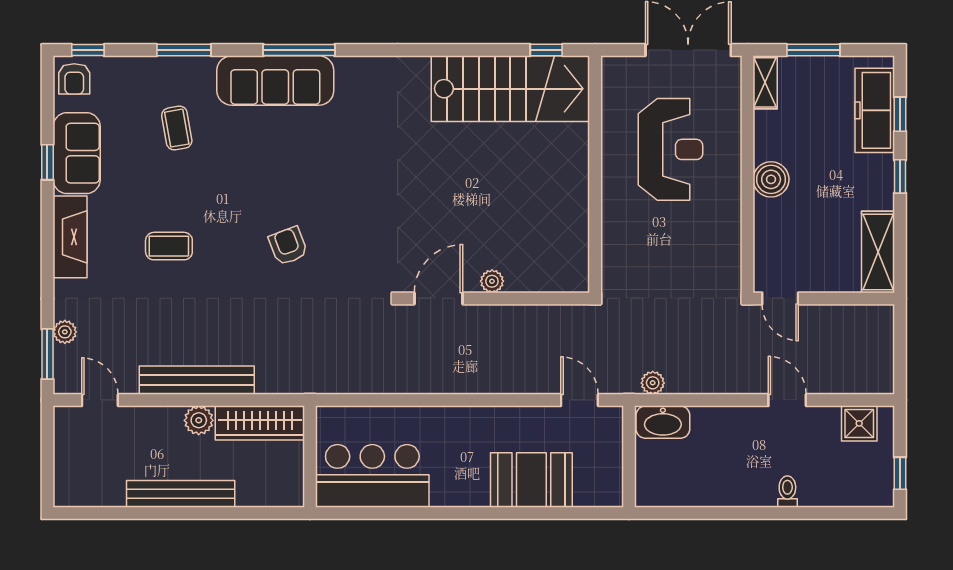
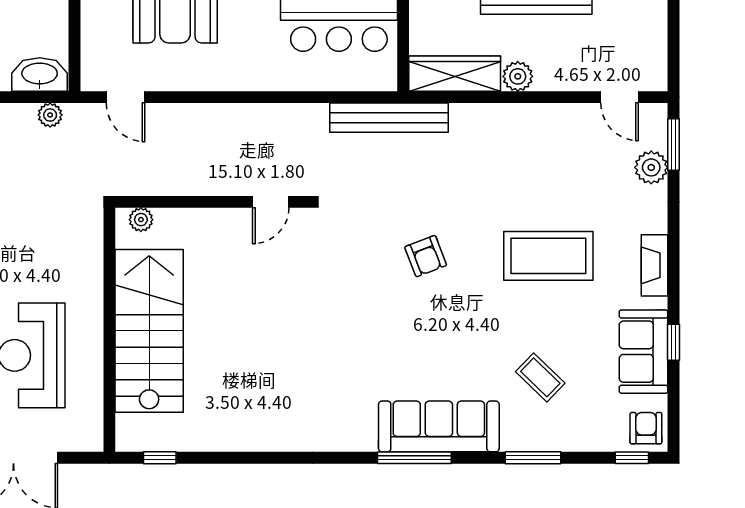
stairs: (510, 89) -> (149, 331), moved, turned 90
coffee table: (177, 128) -> (540, 377), turned -36
fireplace: (70, 237) -> (655, 265), width x0.73, depth x0.76
coffee table: (169, 246) -> (548, 256), width x1.86, depth x1.72
plant: (492, 281) -> (141, 220), moved
door: (438, 298) -> (271, 202), width x0.73
plant: (65, 332) -> (651, 167), width x1.38, depth x1.38
bench: (197, 380) -> (389, 118), moved

